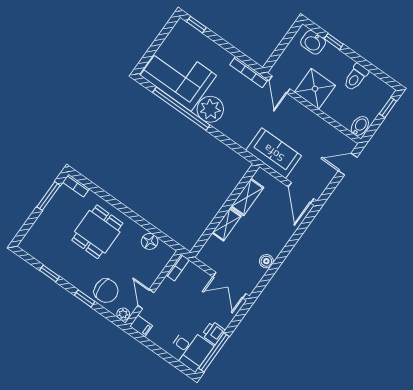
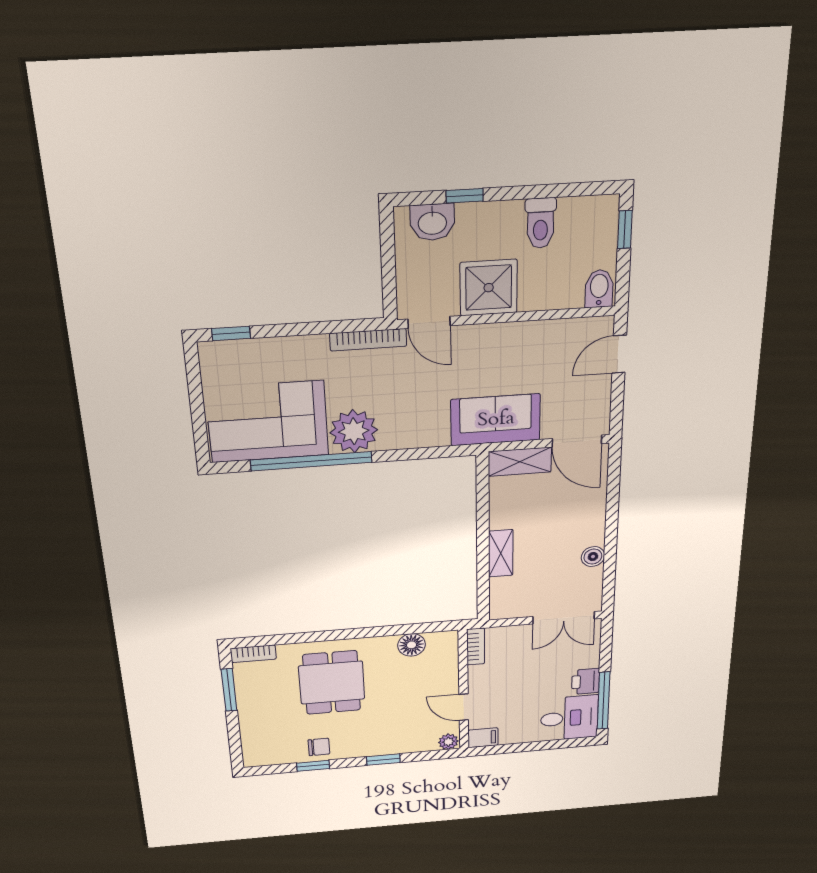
shelving: (247, 197) -> (520, 462), moved, turned 90
chair: (106, 291) -> (319, 747), moved, width x0.54, depth x0.54

